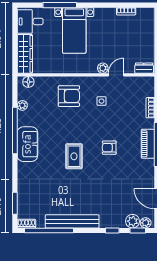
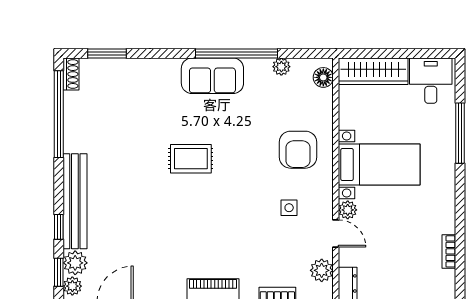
bed with nightstands: (74, 30) -> (379, 164), moved, turned 180
plant: (137, 83) -> (322, 270), added
armchair: (109, 148) -> (206, 221), removed
bench: (72, 221) -> (75, 201), moved

